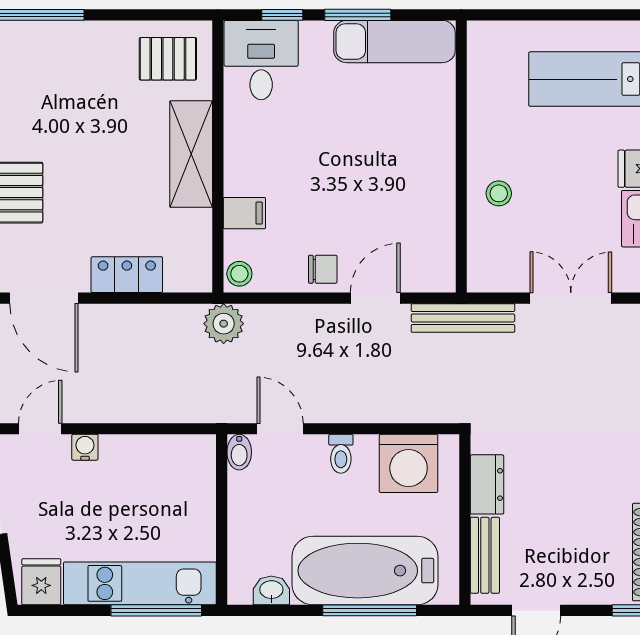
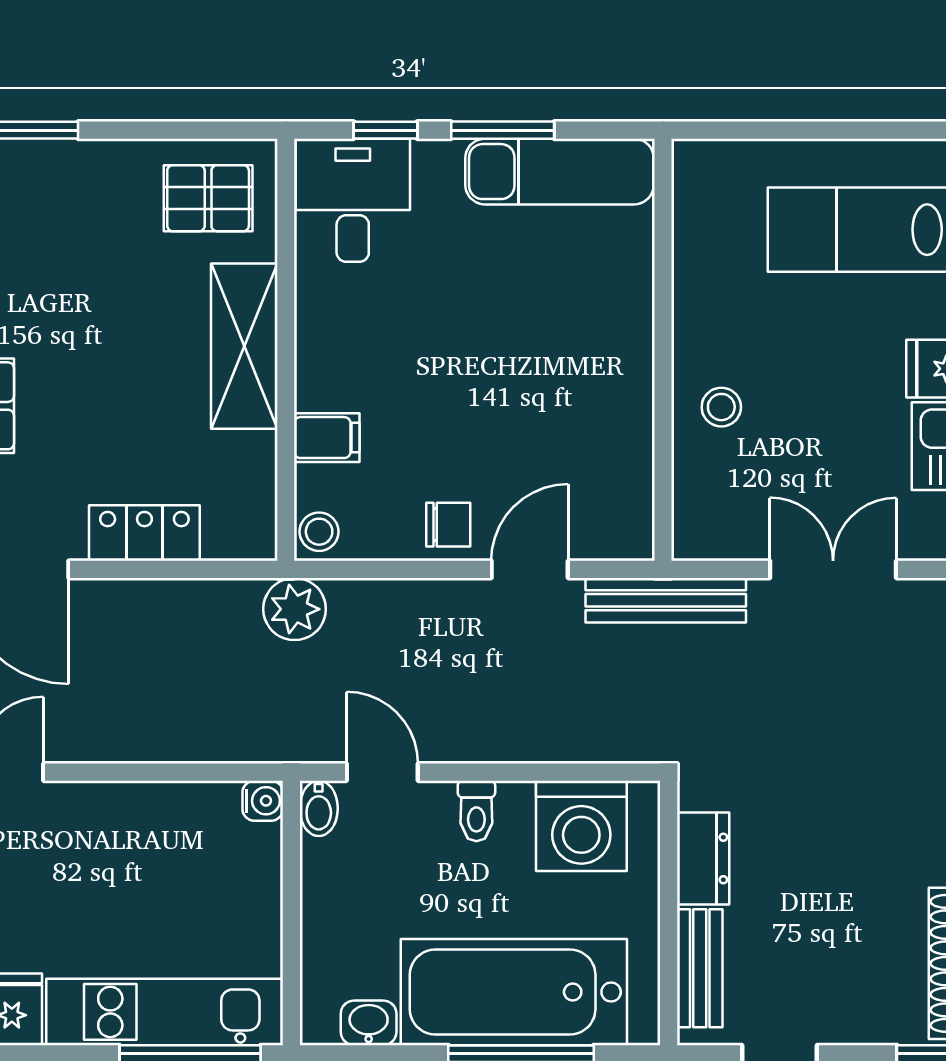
water cooler: (85, 447) -> (263, 801), moved, turned 90

